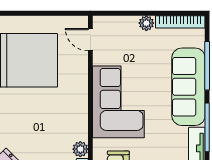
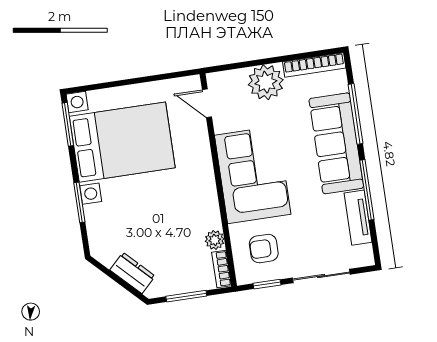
plant: (146, 23) -> (266, 82), width x1.88, depth x1.88

